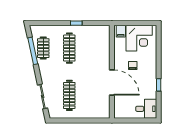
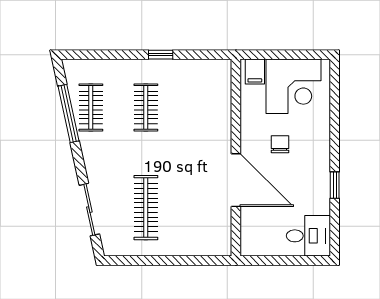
clothes rail: (69, 48) -> (146, 107), width x0.73

